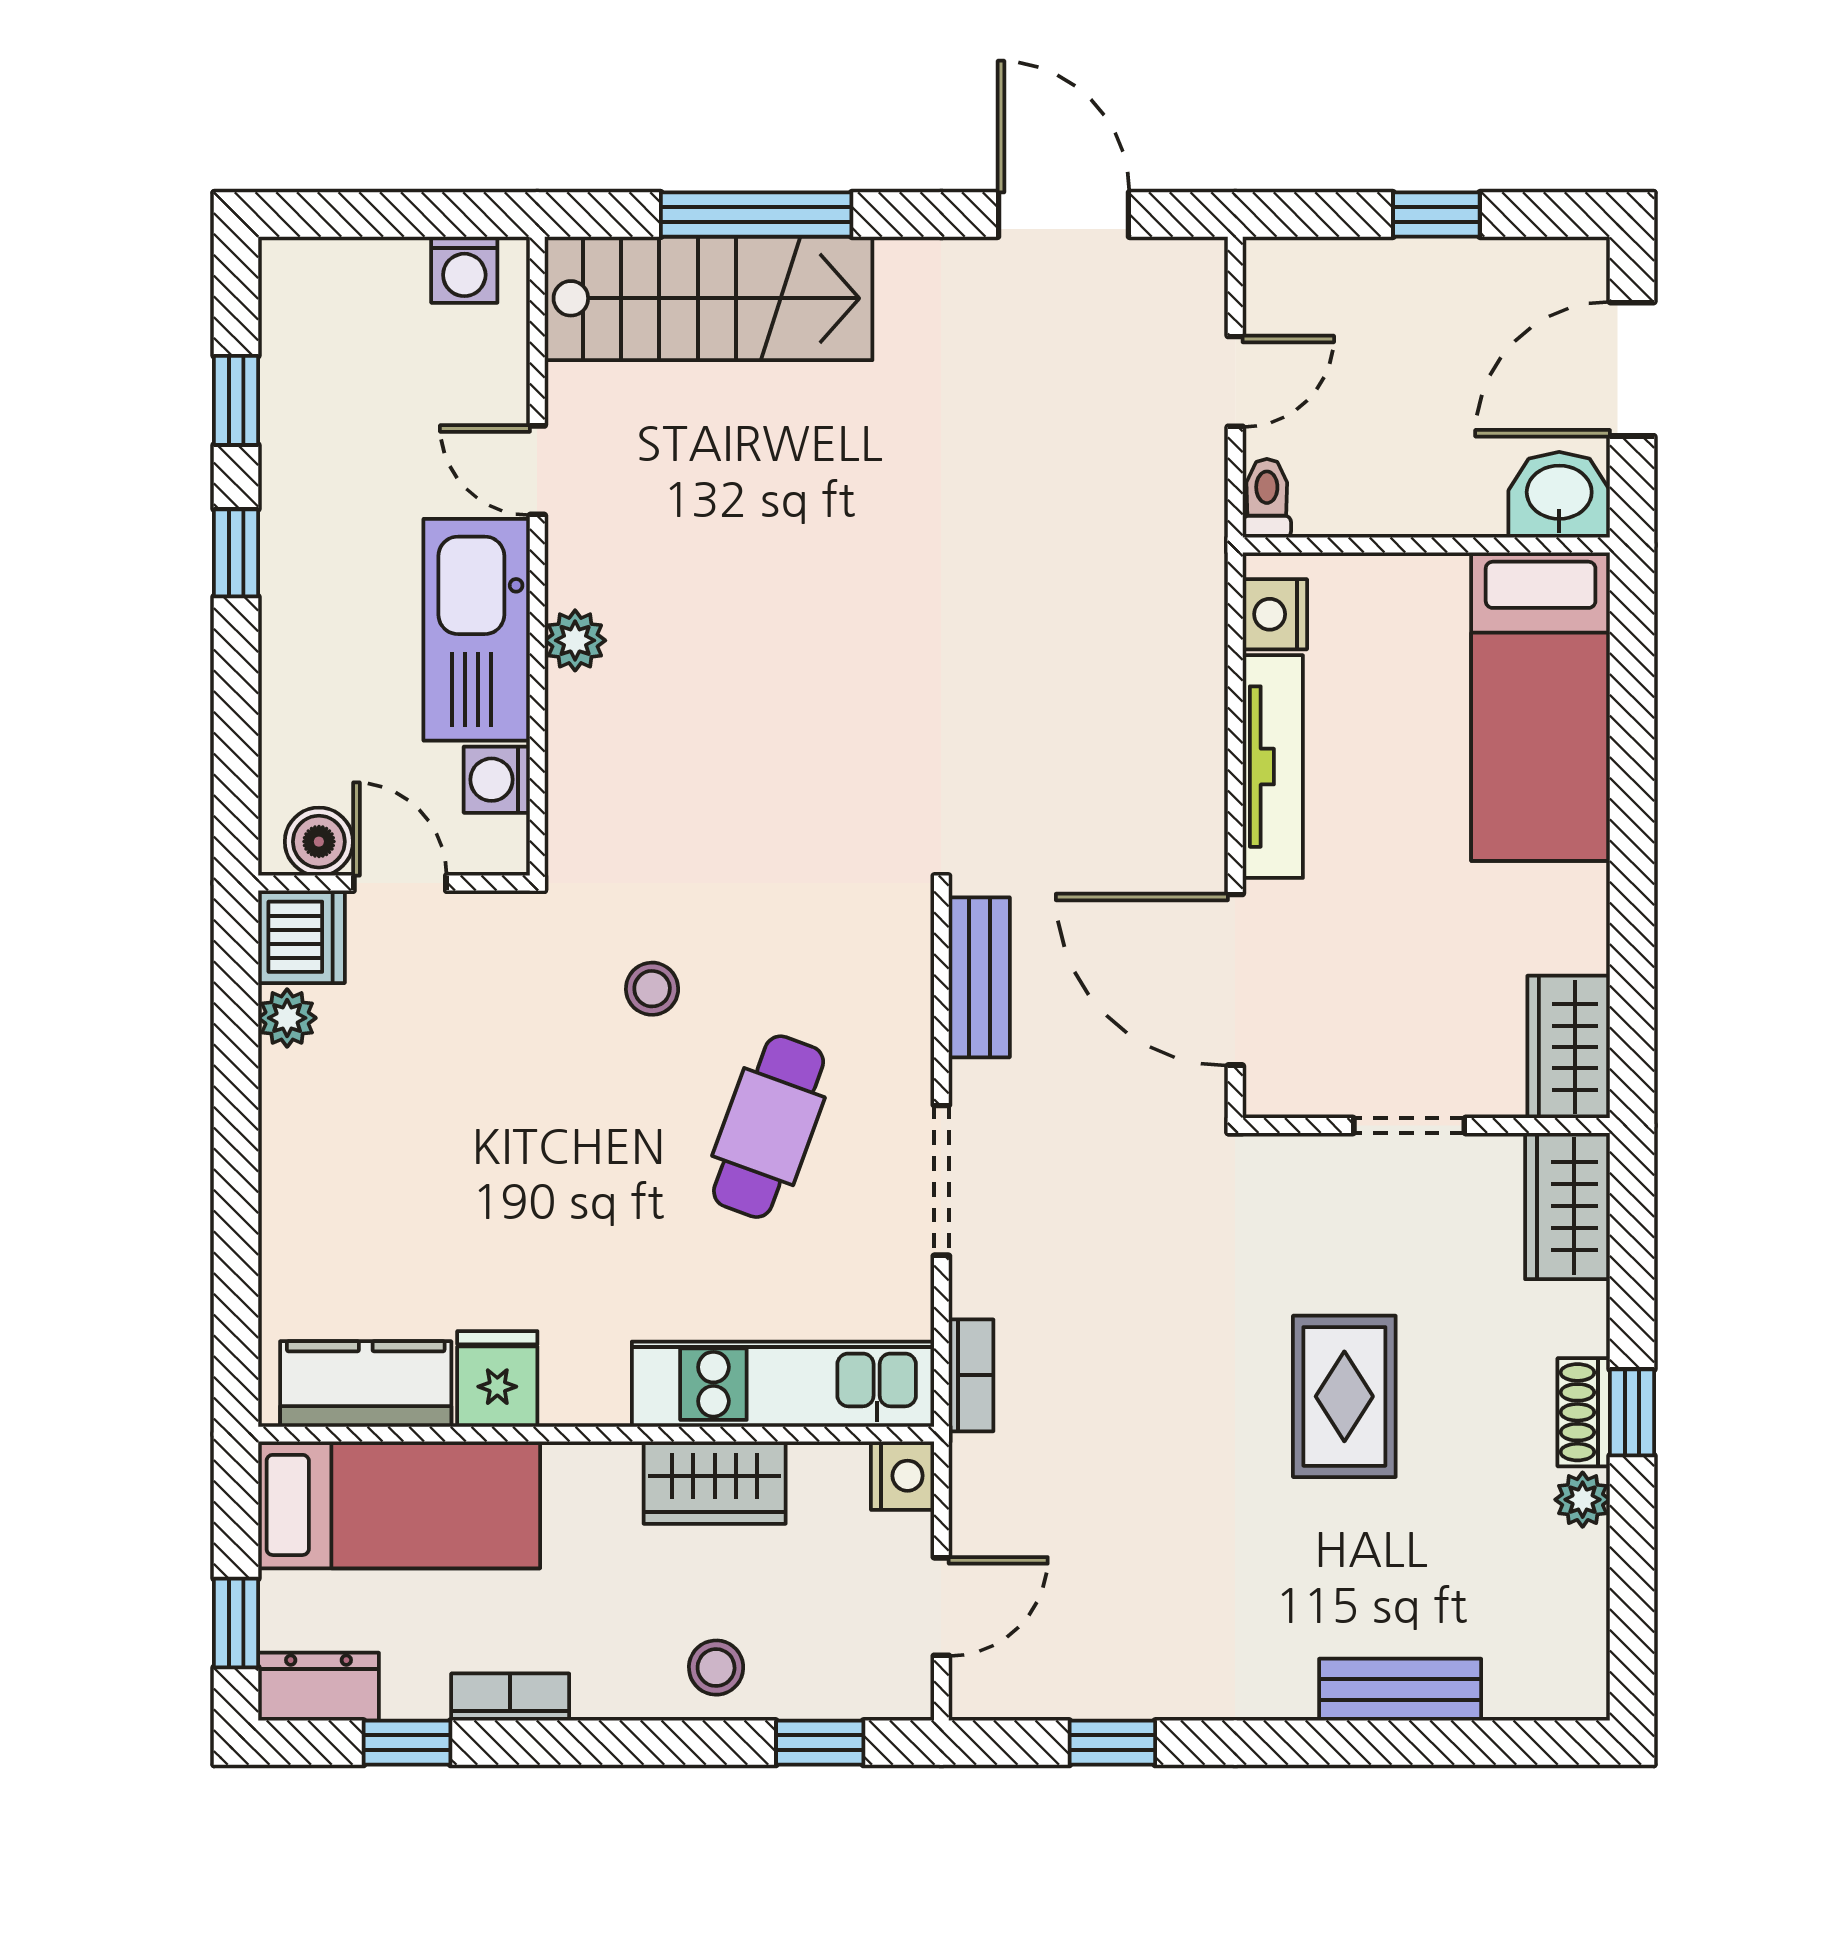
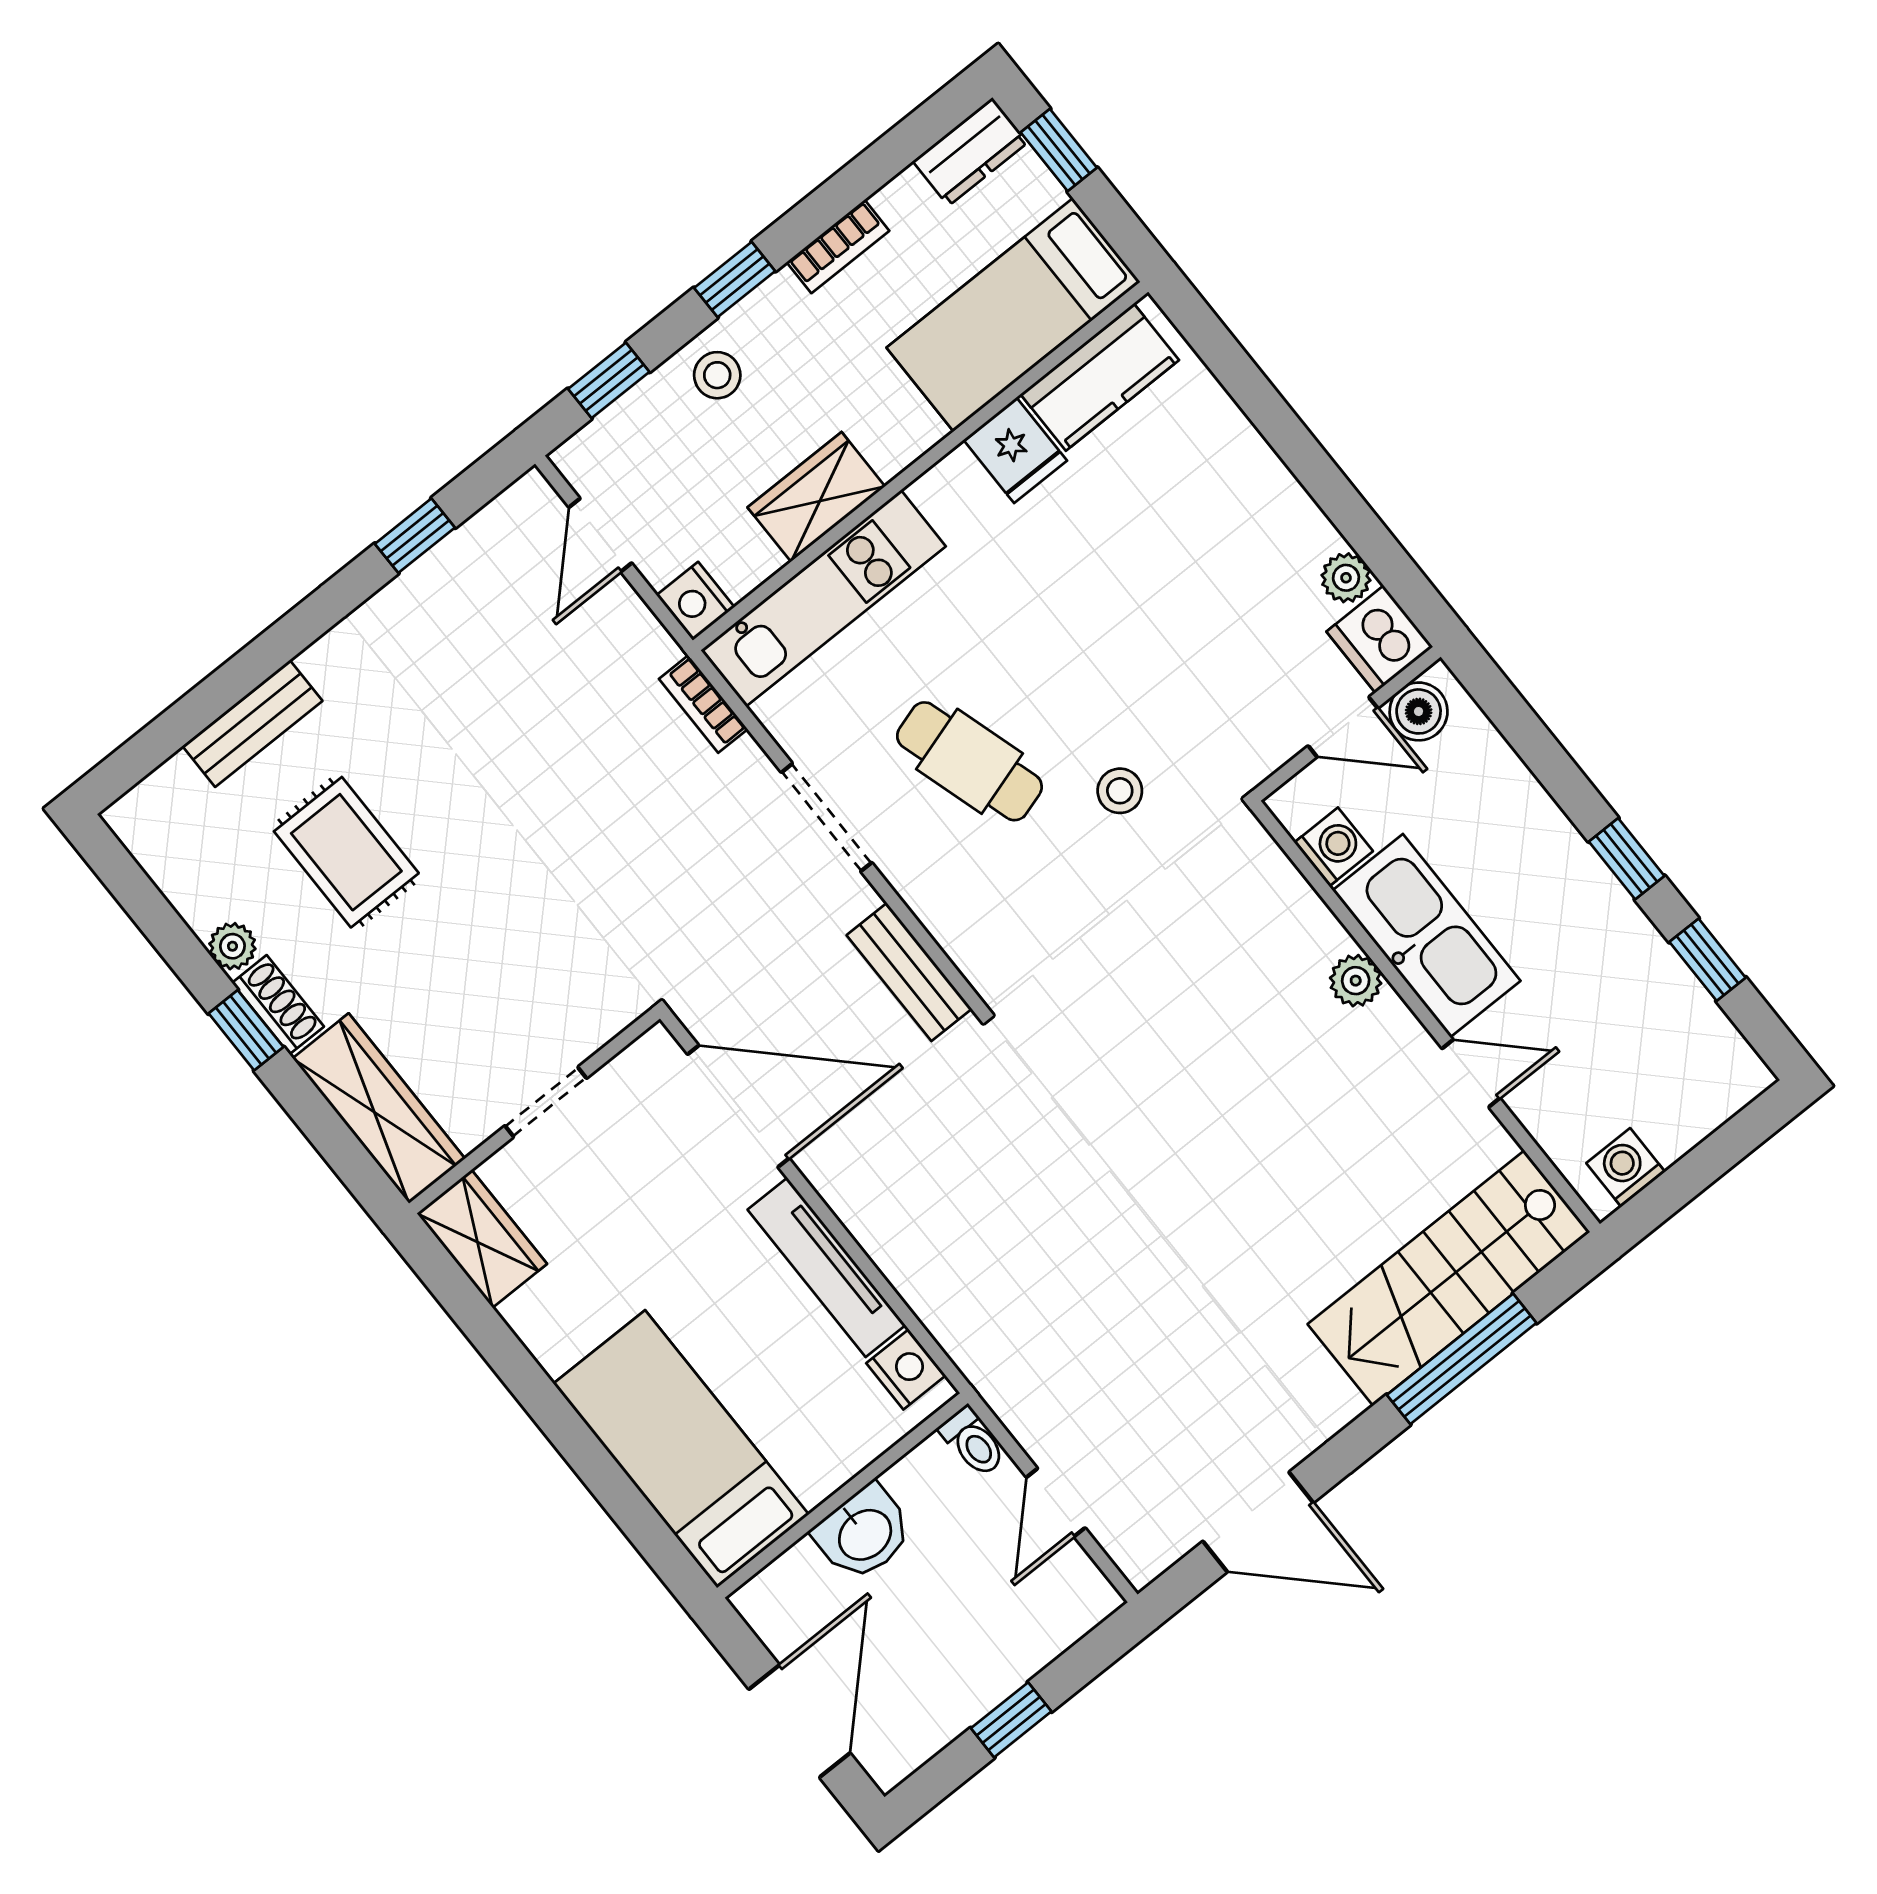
washbasin: (1559, 495) -> (864, 1533), moved
cafe table: (769, 1127) -> (969, 761), turned -37
wardrobe: (1568, 1206) -> (379, 1108), width x1.50
rug: (1344, 1396) -> (346, 852), moved
window: (407, 1743) -> (735, 280), moved

